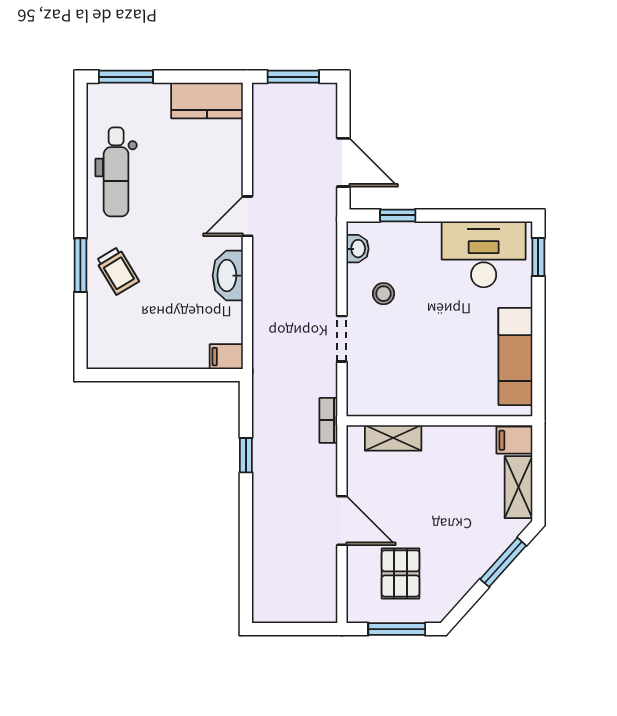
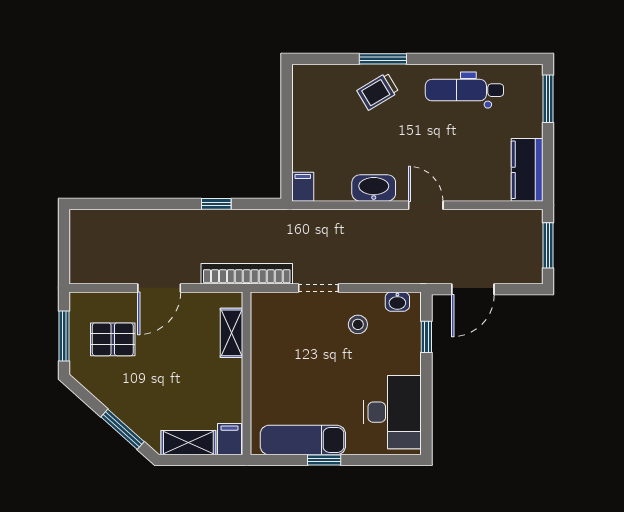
window: (538, 257) -> (324, 460), moved
bookcase: (328, 420) -> (247, 274), width x2.31, depth x1.31

